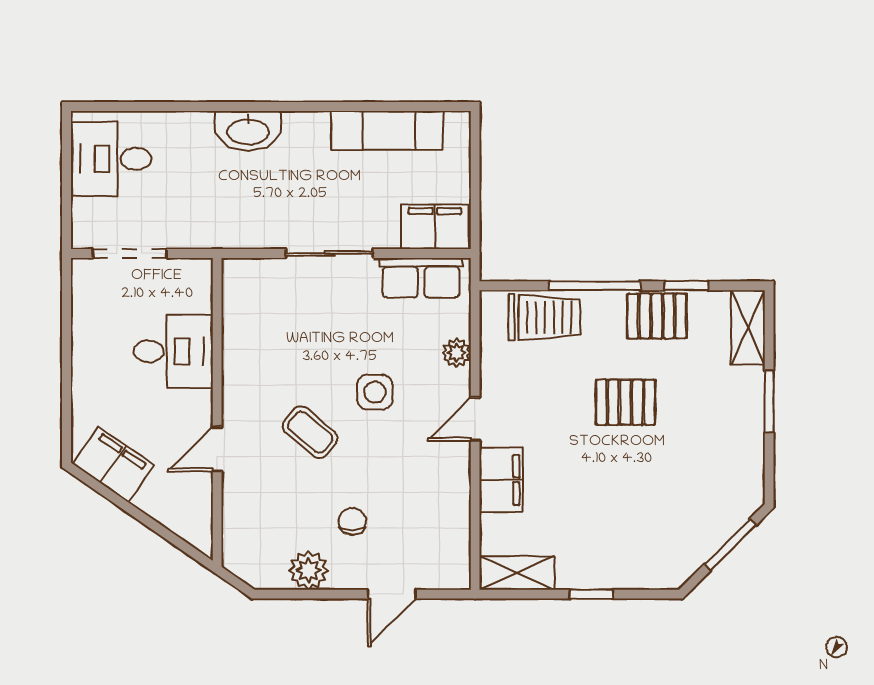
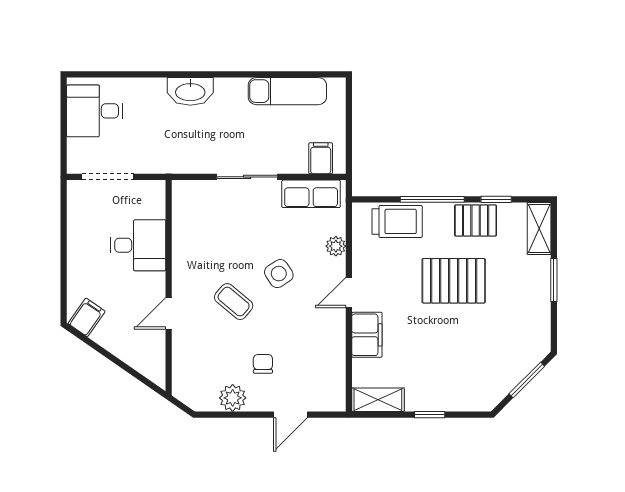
filing cabinet: (435, 227) -> (321, 158), width x0.50
side table: (375, 392) -> (279, 274), turned -33
pallet: (625, 402) -> (454, 281), width x1.50, depth x1.42
filing cabinet: (113, 464) -> (87, 317), width x0.50

